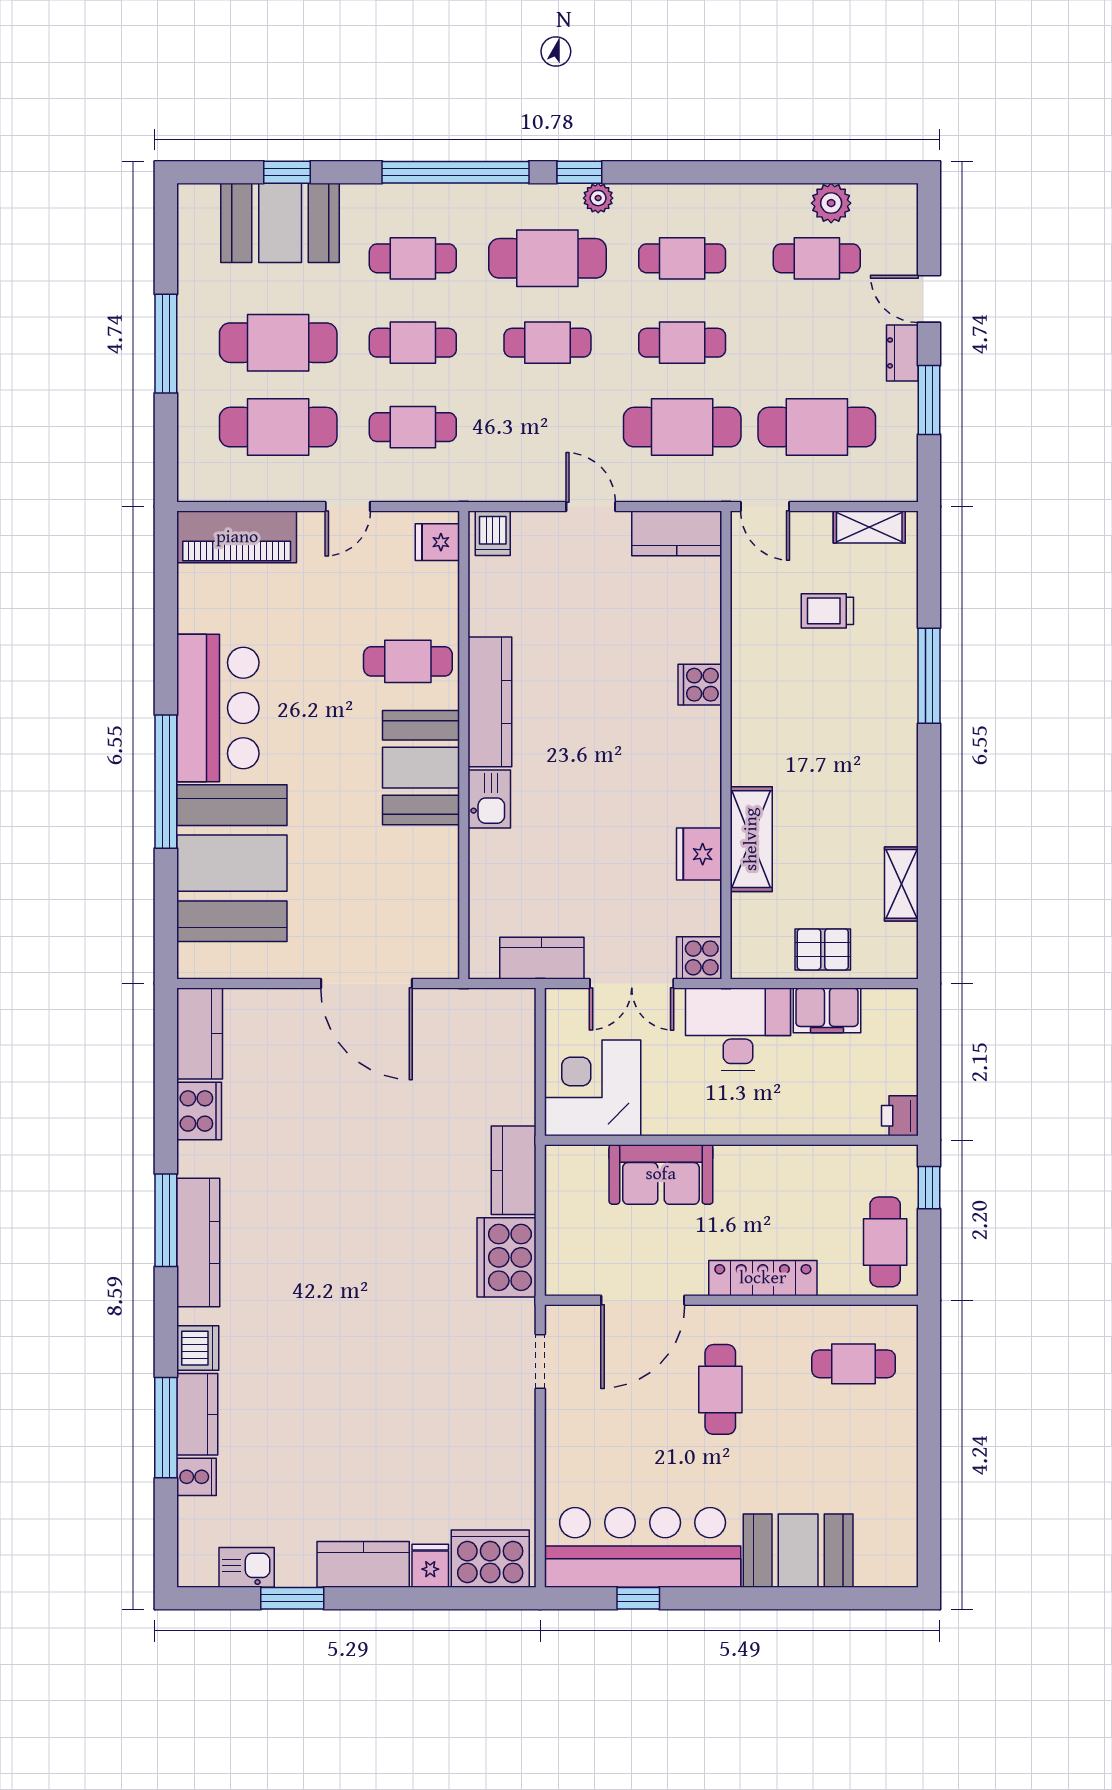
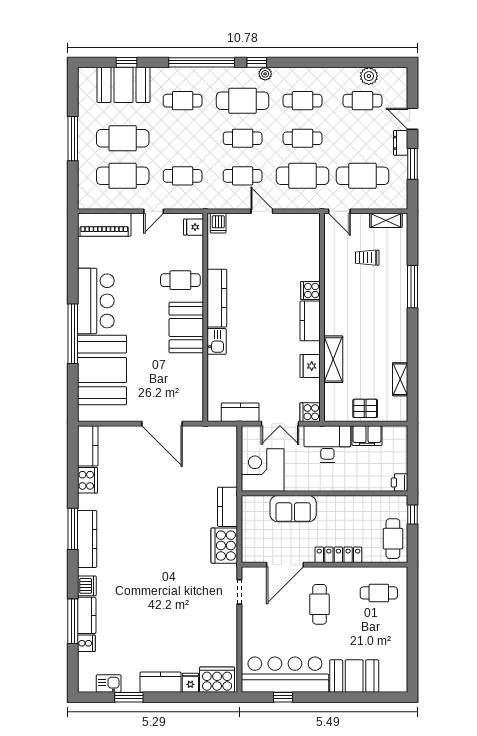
cafe table: (413, 343) -> (243, 176), moved
kitchen counter: (677, 533) -> (310, 321), moved, turned 90

